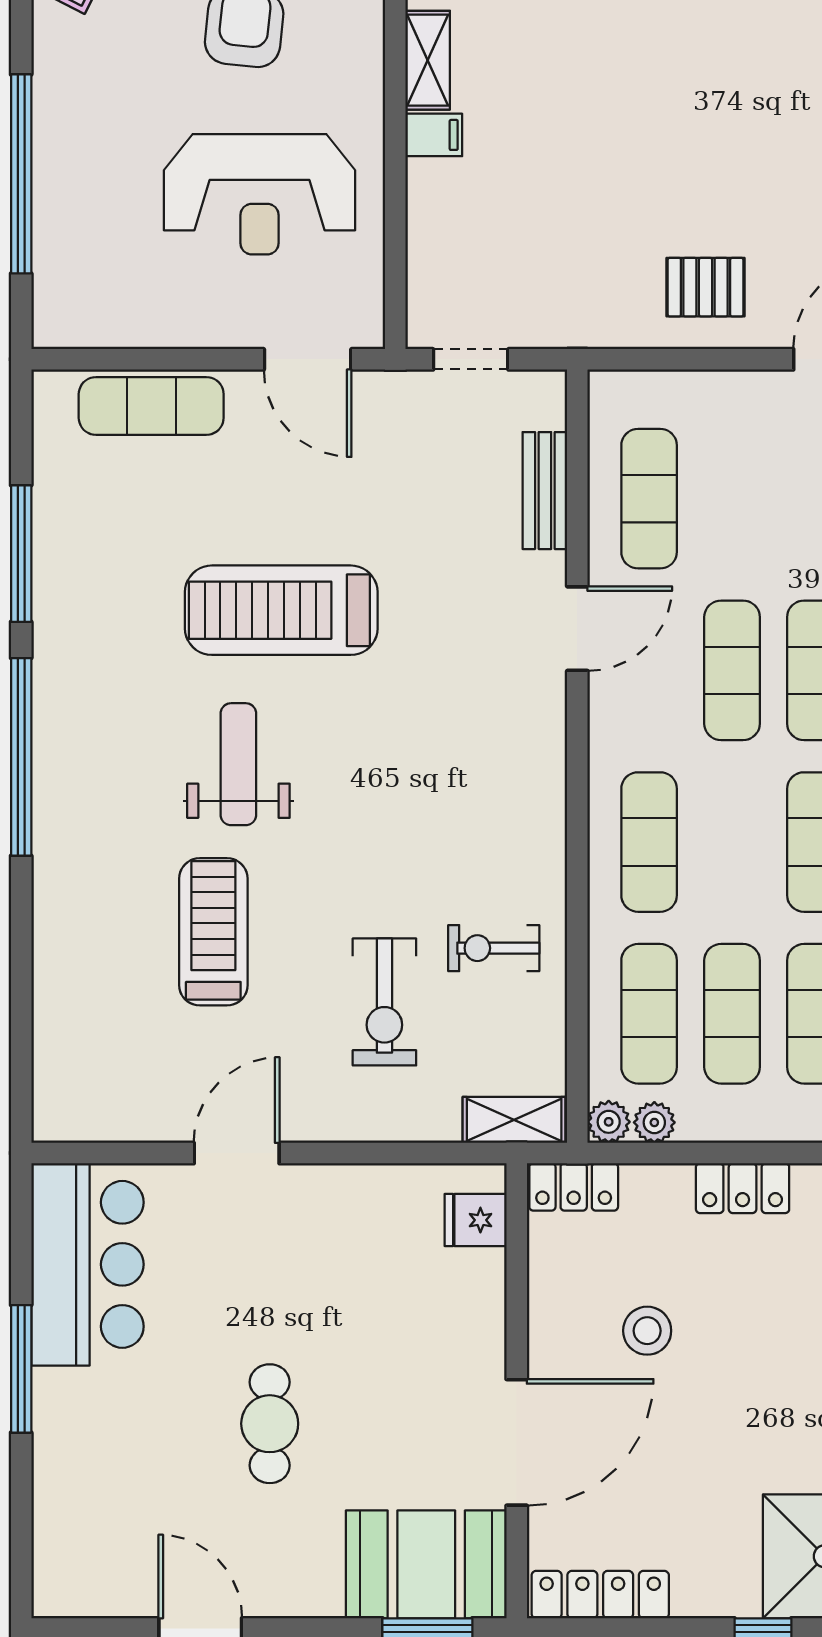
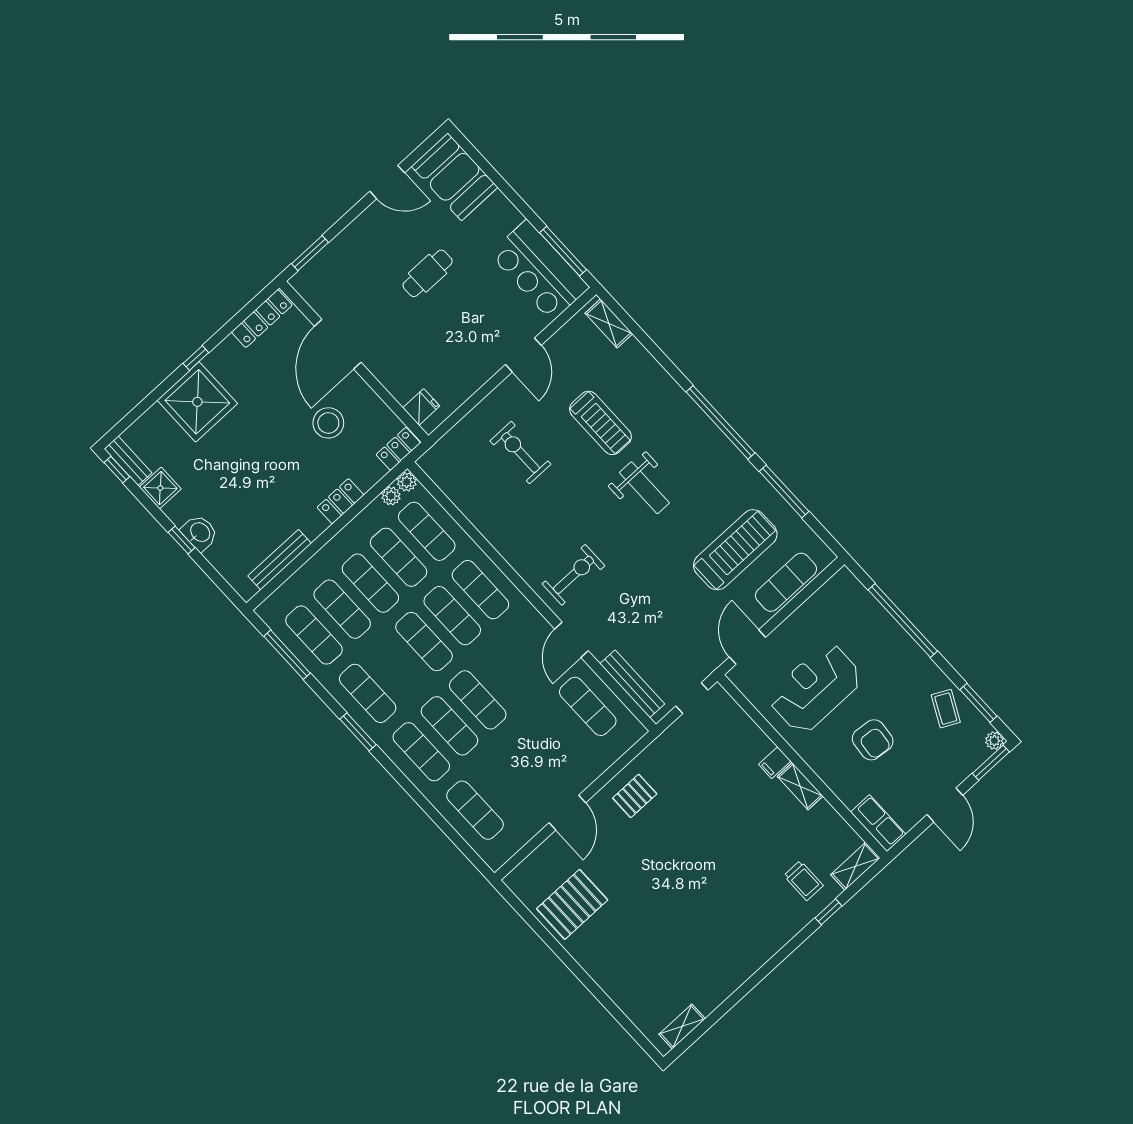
door: (308, 359) -> (747, 647), hinge flipped
bench: (545, 491) -> (632, 684), width x1.36
treadmill: (281, 610) -> (735, 550), moved
exercise mat: (732, 670) -> (452, 616), moved
exercise bike: (494, 948) -> (573, 575), moved, width x1.38, depth x1.39
shelving: (514, 1120) -> (609, 323), moved, turned 90
stool: (647, 1331) -> (328, 423), width x1.38, depth x1.38
window: (21, 1369) -> (563, 251), moved
cafe table: (270, 1424) -> (428, 273), turned 90
booth: (426, 1564) -> (455, 177), moved, turned 90

